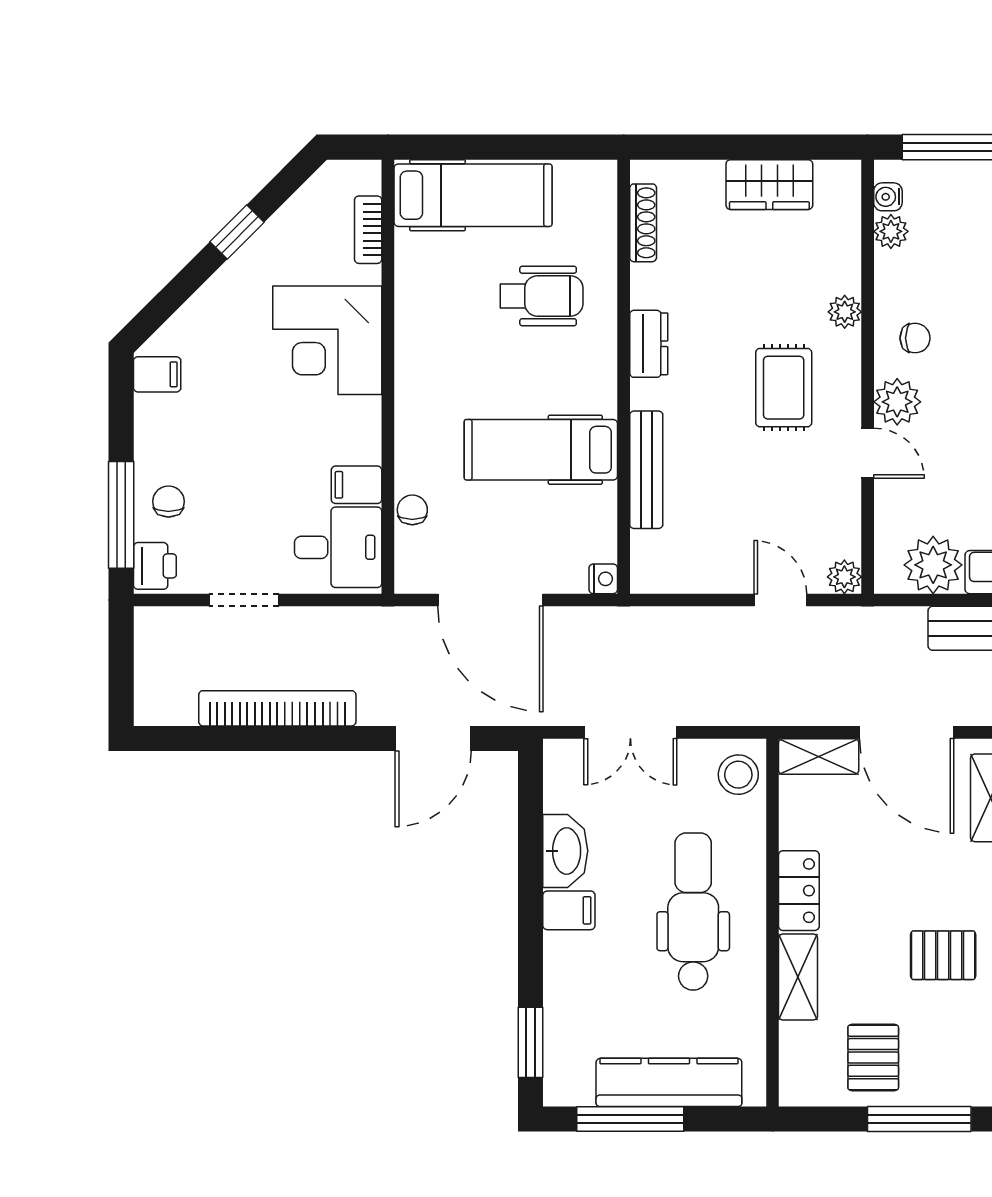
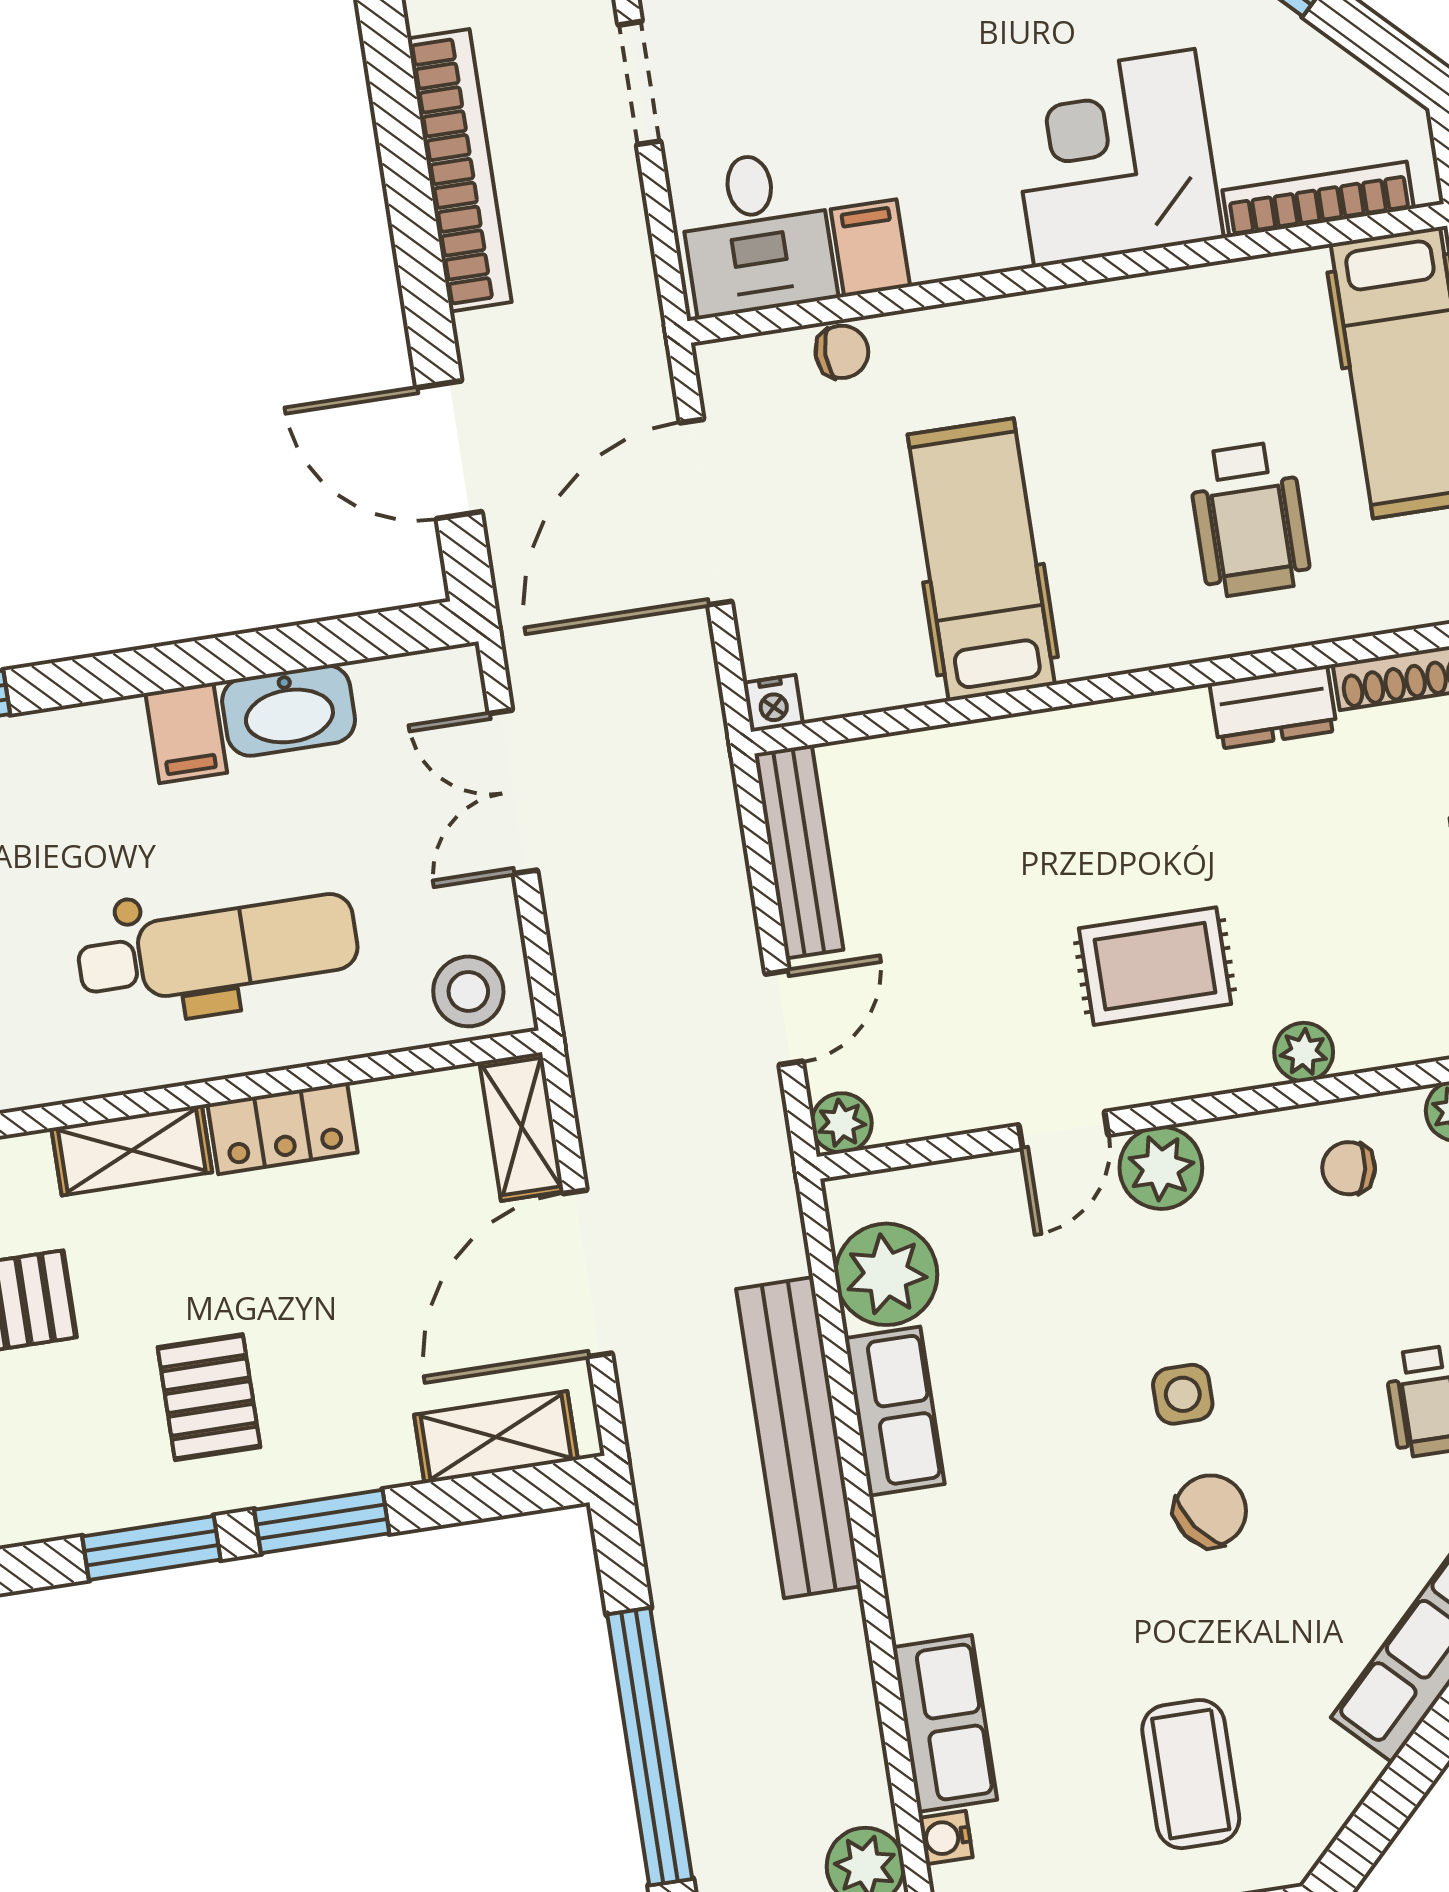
bookcase: (368, 230) -> (1318, 199), width x1.56
chair: (915, 338) -> (1349, 1168), moved, turned 101
dresser: (649, 344) -> (1273, 707), moved
bench: (646, 470) -> (799, 852), moved, turned 90

